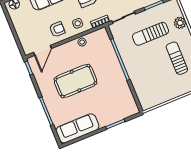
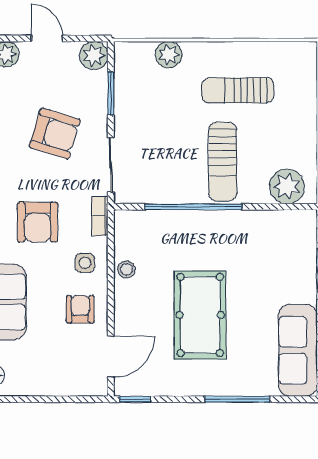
sun lounger: (150, 34) -> (223, 162), moved
door: (43, 50) -> (111, 357), hinge flipped
plant: (145, 96) -> (287, 187), added

